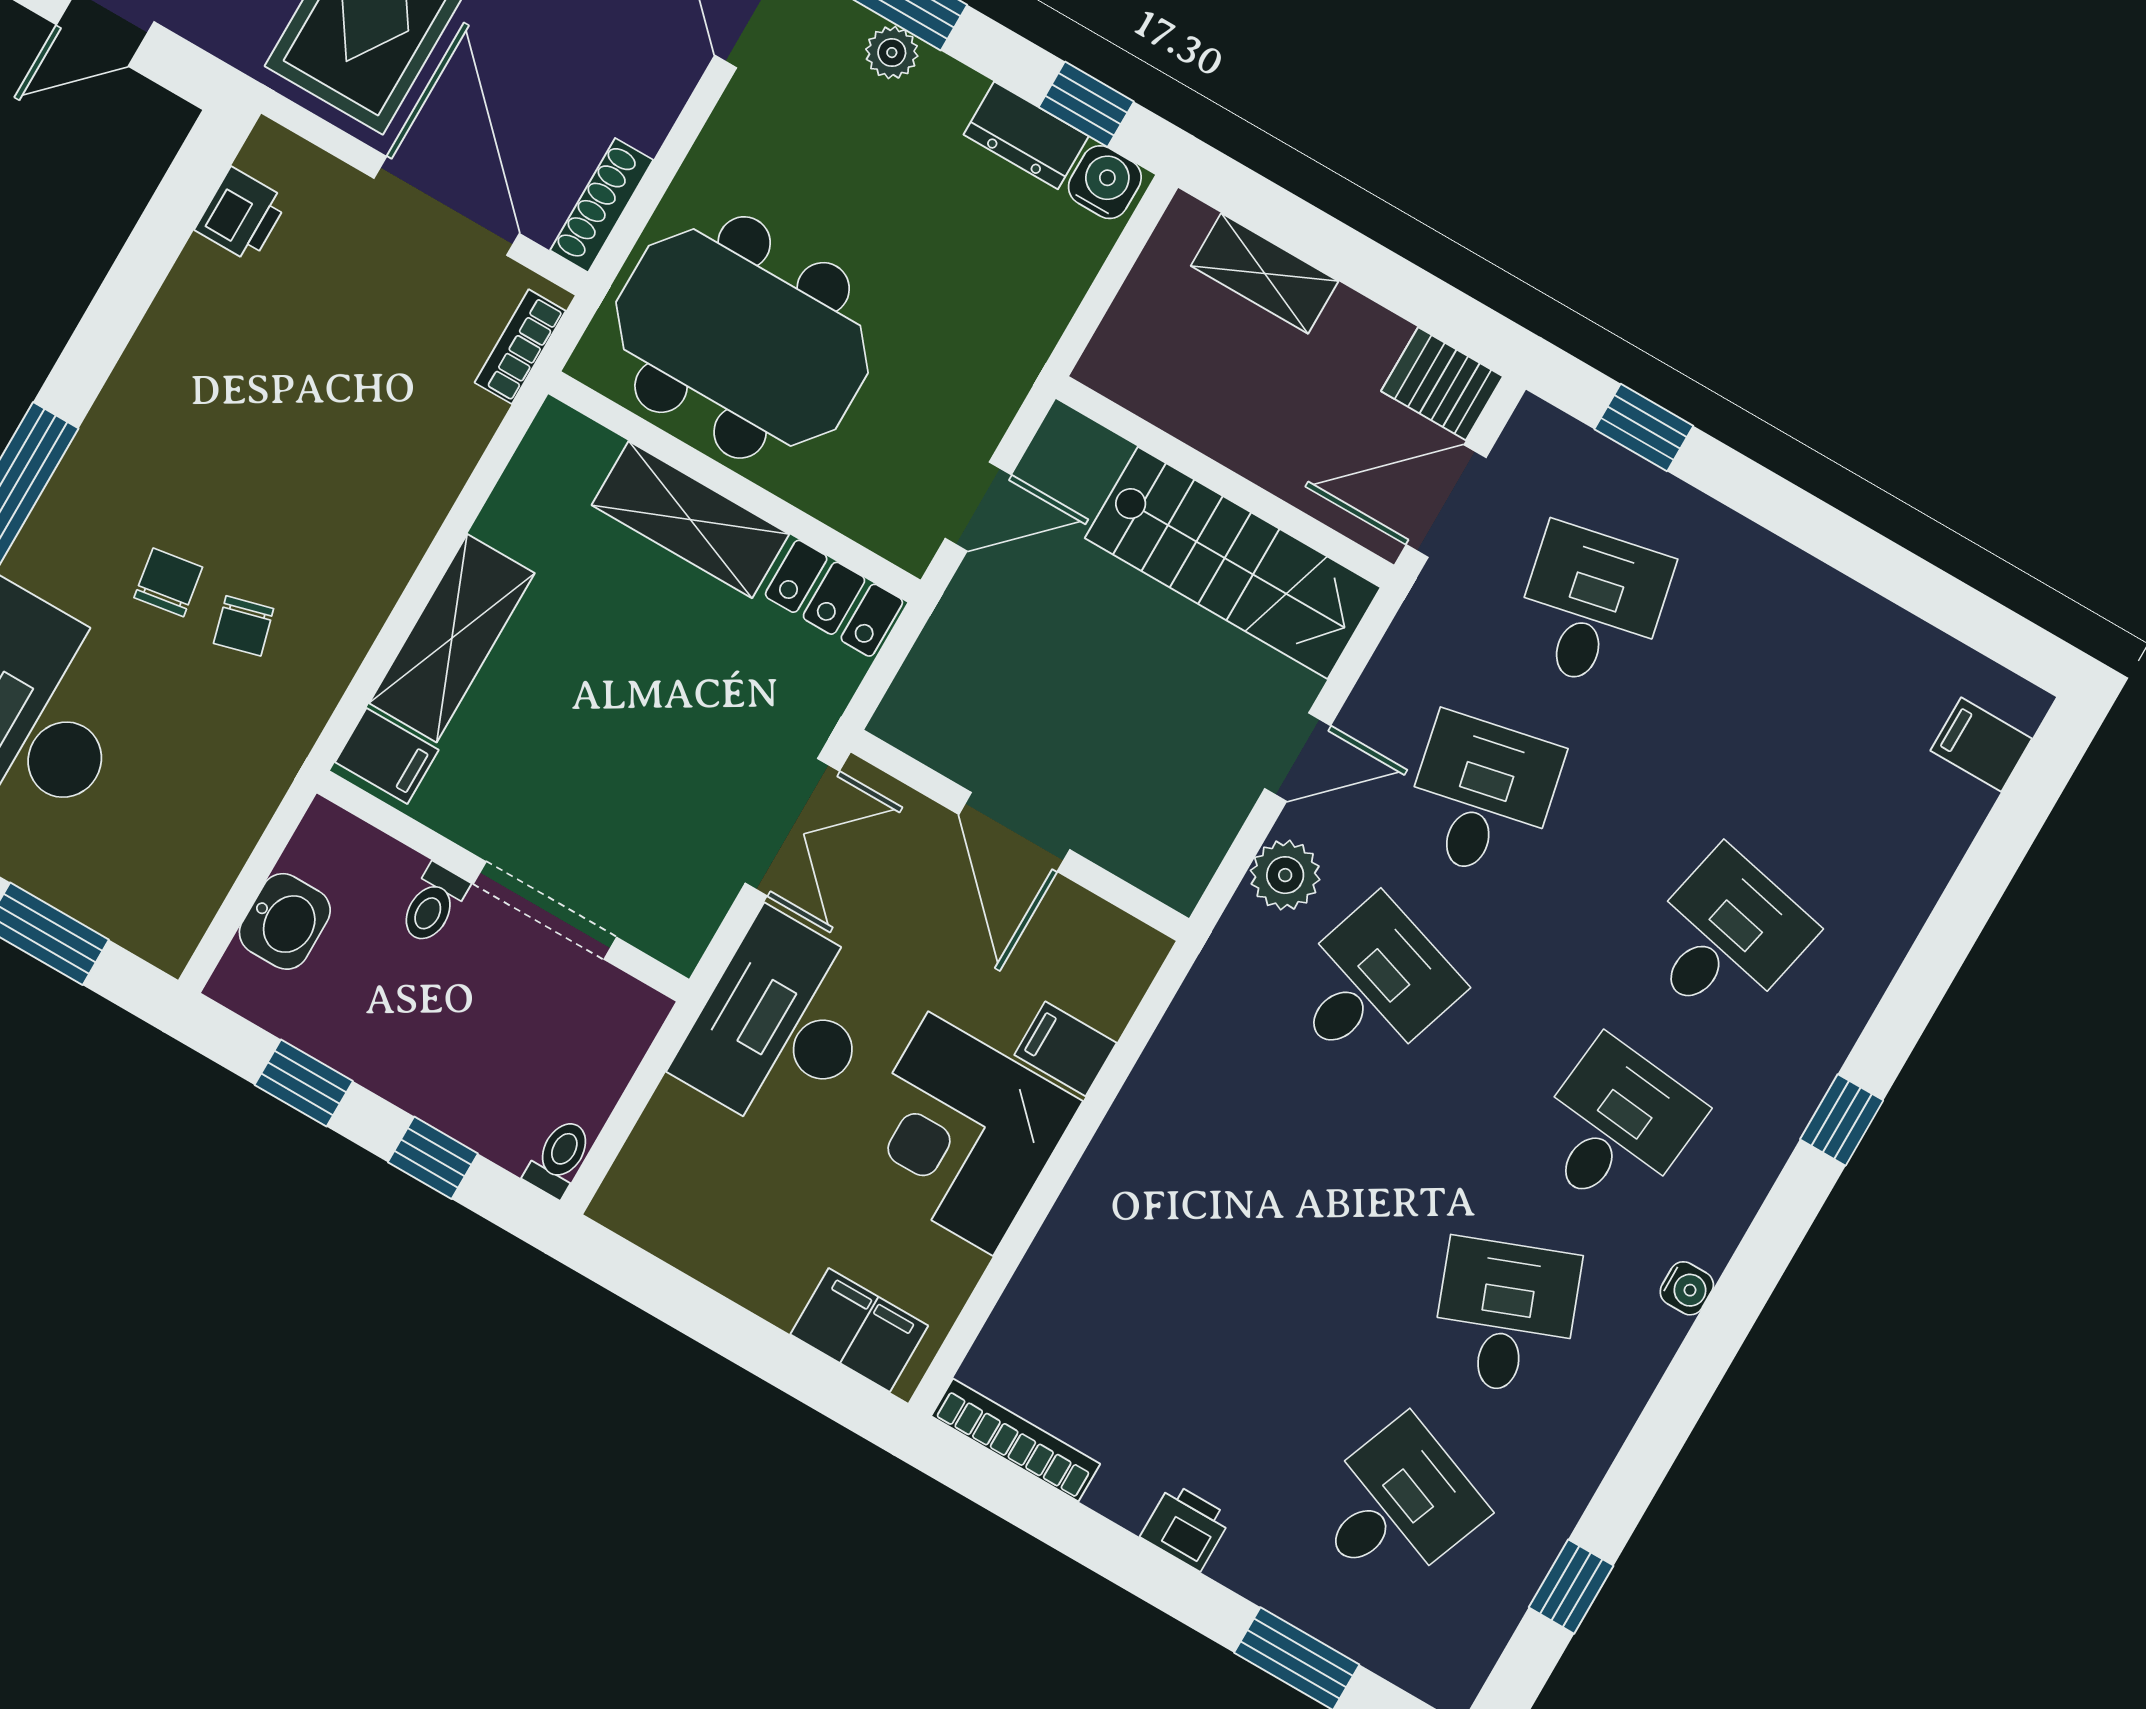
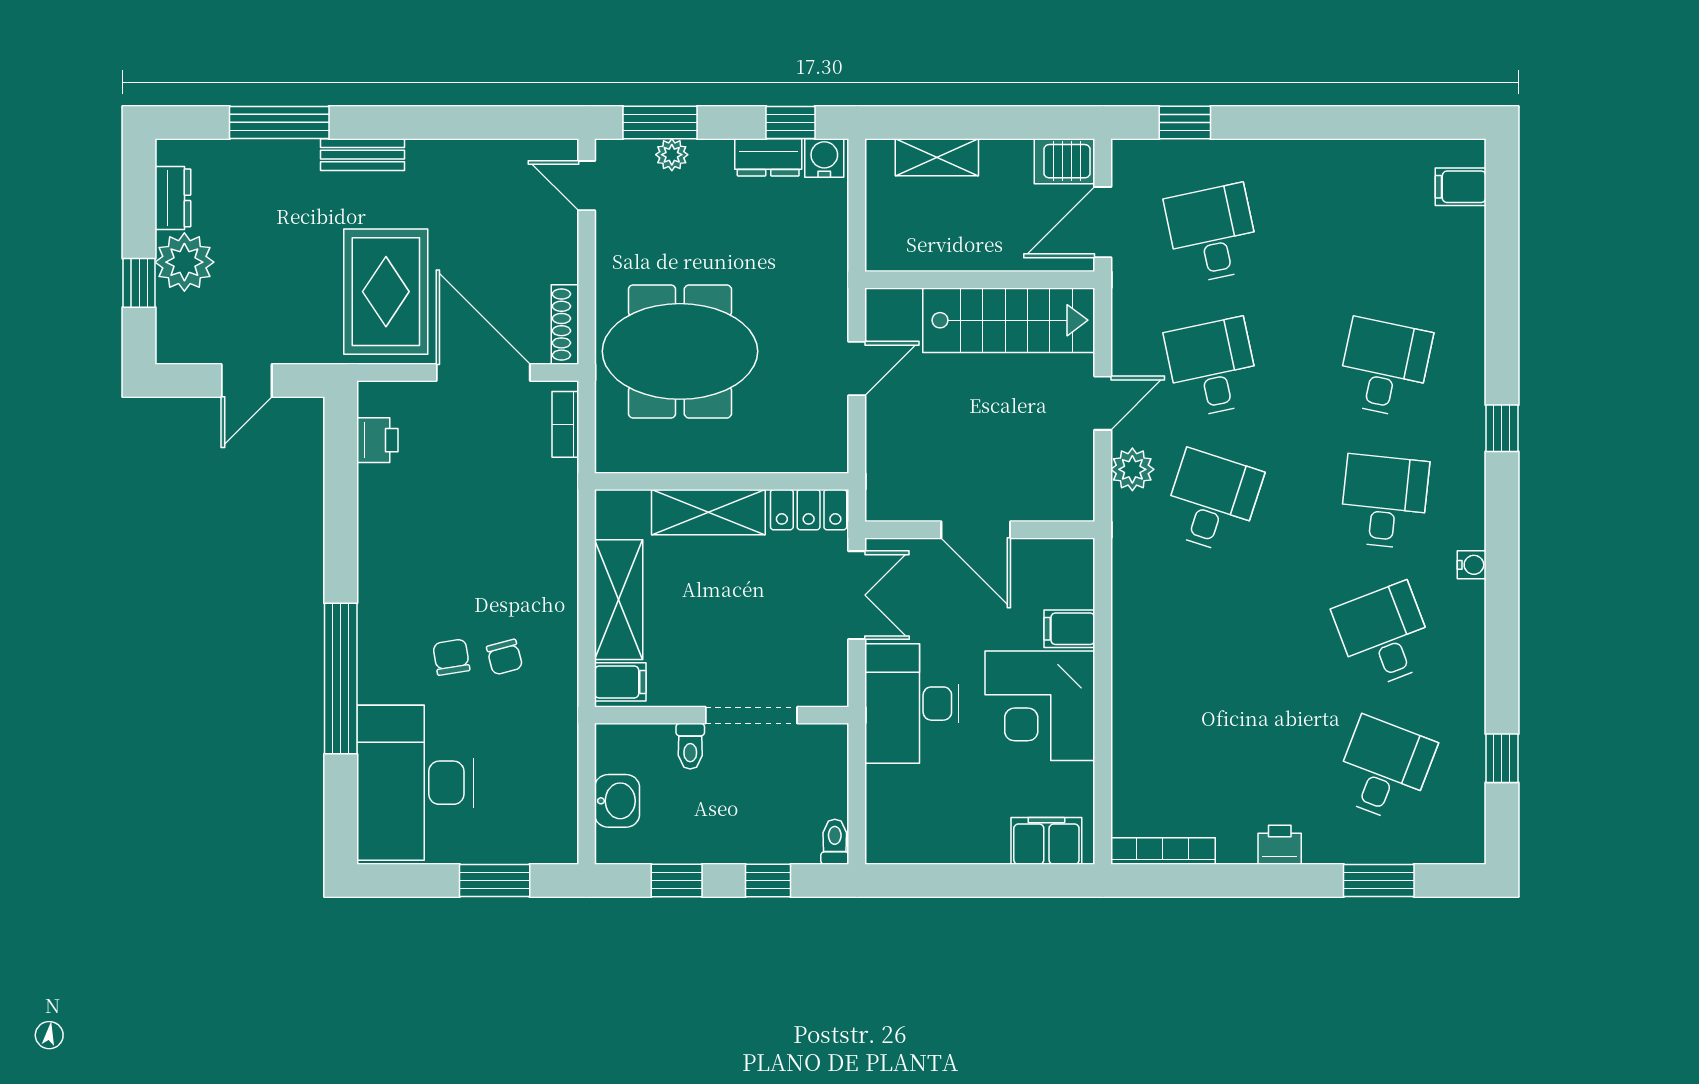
wall: (734, 487) -> (722, 481), moved
shelving: (690, 520) -> (708, 512), moved
locker: (834, 598) -> (809, 510), moved

